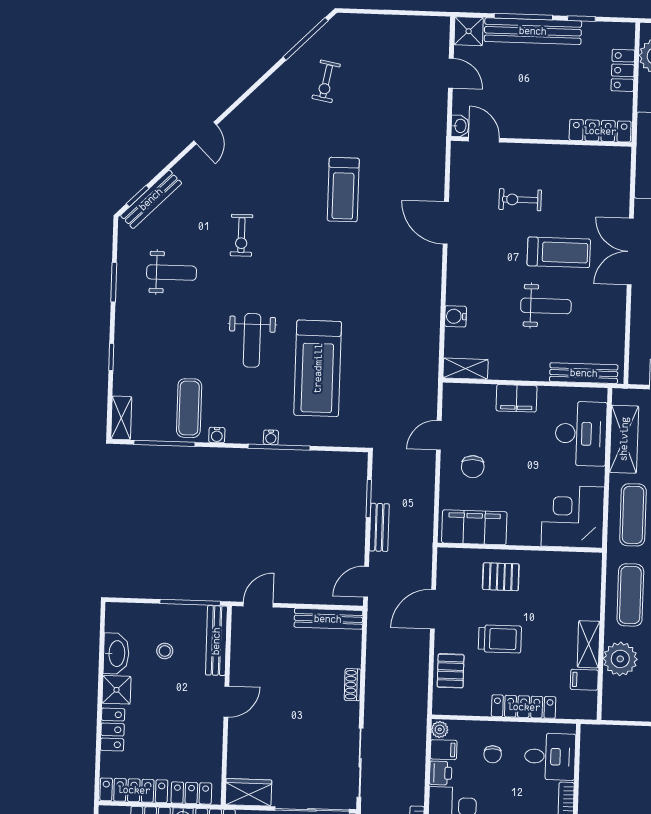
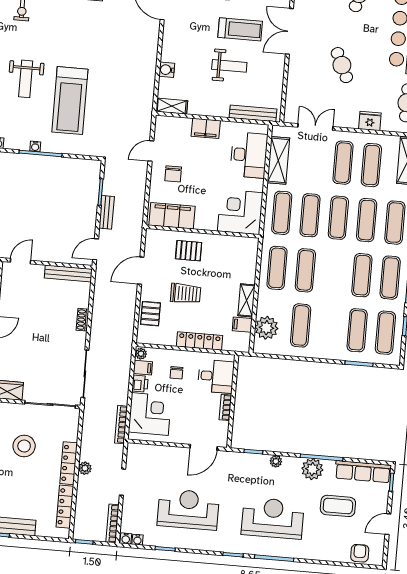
plant: (620, 659) -> (266, 328), moved

